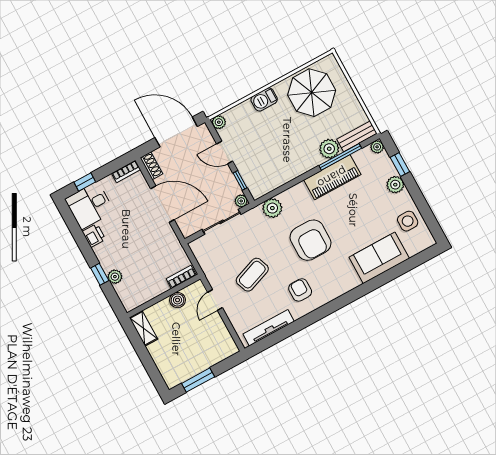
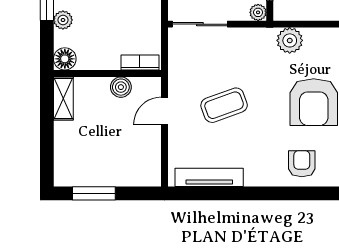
sliding door: (221, 222) -> (200, 24), moved
armchair: (300, 290) -> (302, 164), moved
floor lamp: (130, 302) -> (65, 59), added

